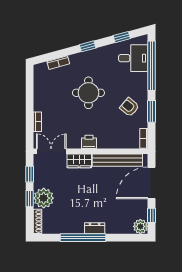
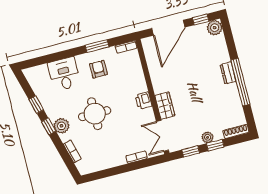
window: (122, 37) -> (36, 105), moved
desk: (133, 58) -> (64, 74), moved
plant: (85, 59) -> (61, 126), added
window: (152, 66) -> (52, 58), removed
armchair: (129, 107) -> (98, 69), turned 140
bench: (117, 160) -> (154, 68), removed
door: (152, 183) -> (168, 28), hinge flipped
plant: (44, 198) -> (208, 137), width x0.53, depth x0.53

